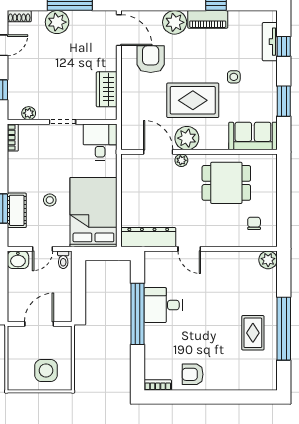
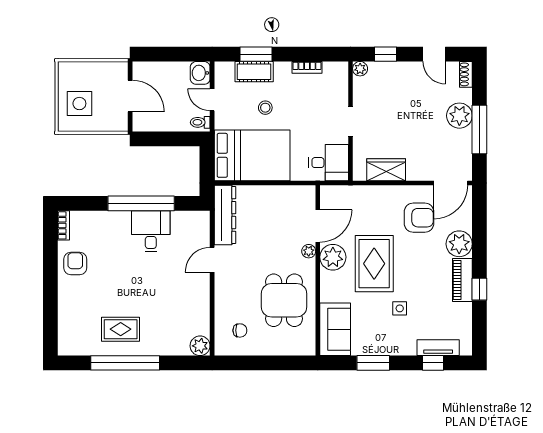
plant: (29, 113) -> (360, 69), moved
bookcase: (13, 138) -> (307, 67), moved

